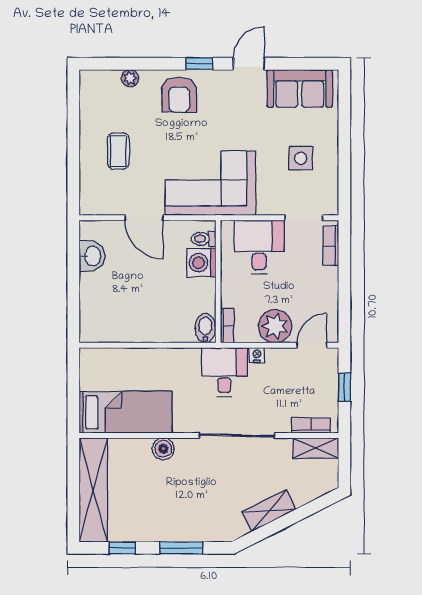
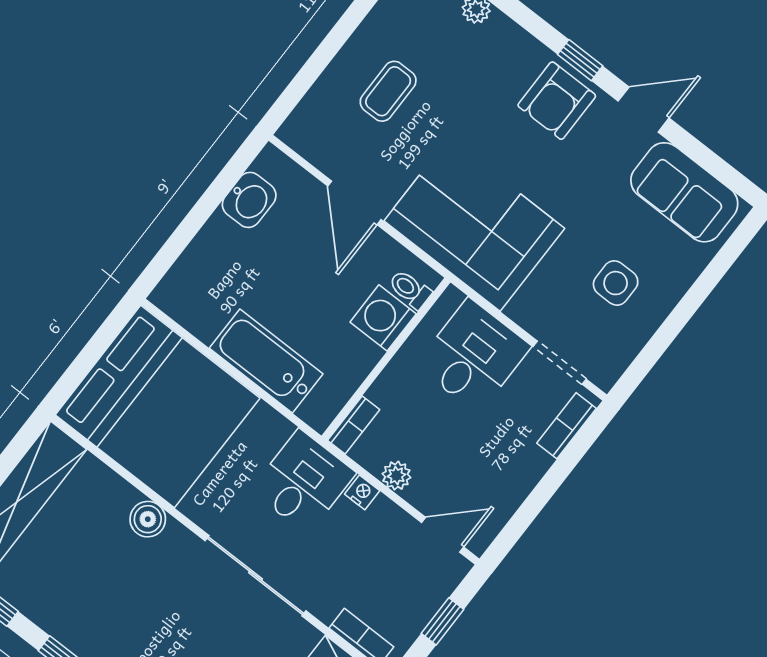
armchair: (179, 95) -> (557, 101), moved
plant: (275, 326) -> (396, 476), width x0.53, depth x0.53
bathtub: (161, 328) -> (266, 361), added
bidet: (205, 328) -> (323, 406), removed
bed: (126, 412) -> (158, 407), width x2.04

